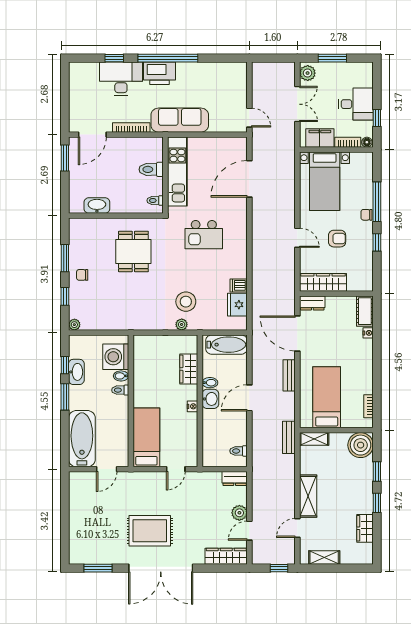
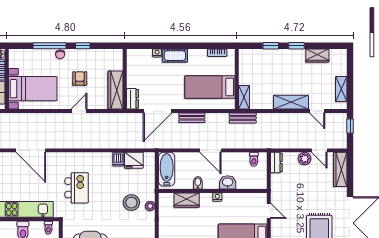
cot: (365, 311) -> (175, 56), moved
washbasin: (210, 399) -> (228, 182), moved
boiler: (361, 445) -> (249, 59), removed

